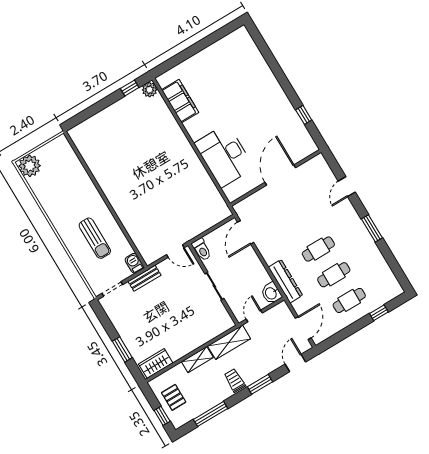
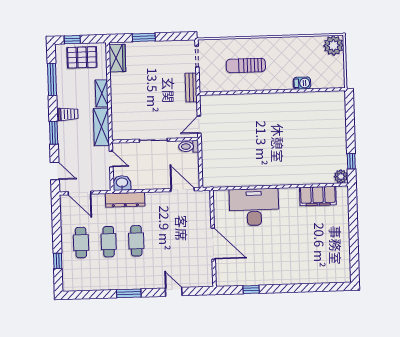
barbecue: (134, 263) -> (302, 83), moved
pallet: (174, 397) -> (82, 57), width x1.50, depth x1.42

